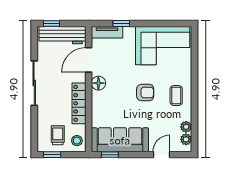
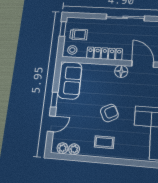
armchair: (145, 93) -> (109, 113), turned -116
sofa: (120, 140) -> (70, 80), width x0.73
window: (110, 155) -> (54, 100), moved
door: (161, 155) -> (51, 124), hinge flipped

